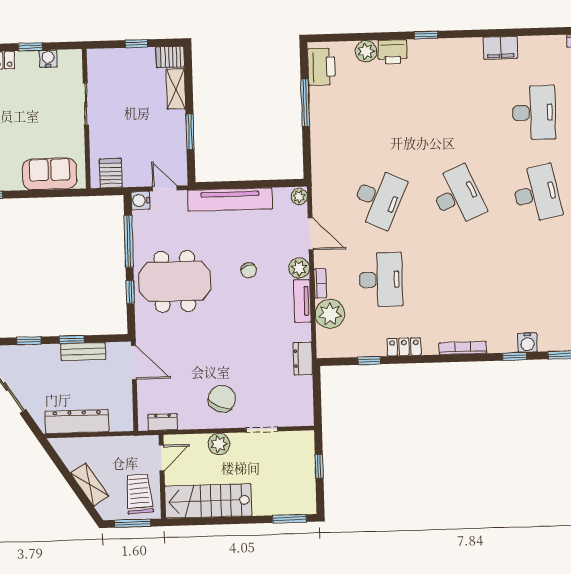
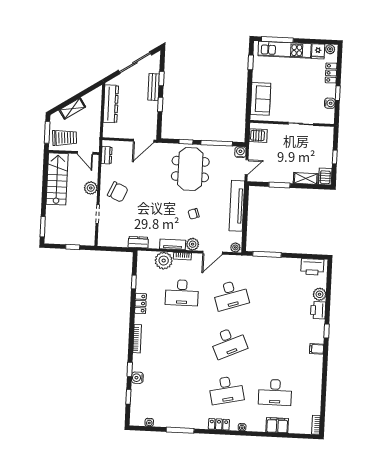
filing cabinet: (500, 48) -> (317, 349), moved, width x0.50
window: (305, 103) -> (267, 254), moved
desk: (378, 198) -> (231, 295), turned -42
bench: (83, 352) -> (154, 87), moved

